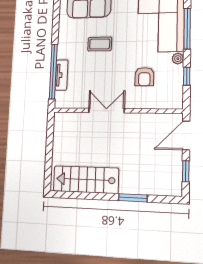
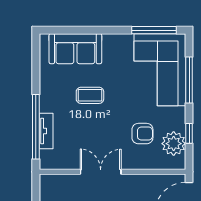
plant: (178, 59) -> (174, 144), moved, width x1.88, depth x1.88
armchair: (144, 77) -> (142, 134), turned -90

